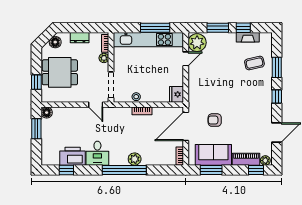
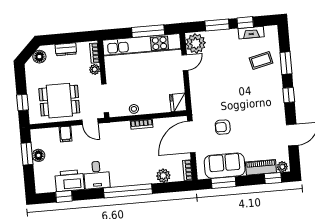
dining table: (60, 72) -> (59, 101), moved
floor lamp: (47, 113) -> (39, 155), moved
filing cabinet: (73, 114) -> (66, 134), added
plant: (135, 159) -> (163, 176), moved

